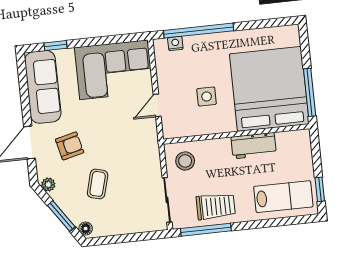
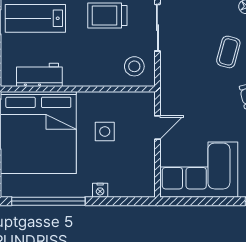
window: (199, 31) -> (48, 201), moved
nightstand: (175, 43) -> (100, 190), moved
workbench: (254, 146) -> (39, 75), moved

